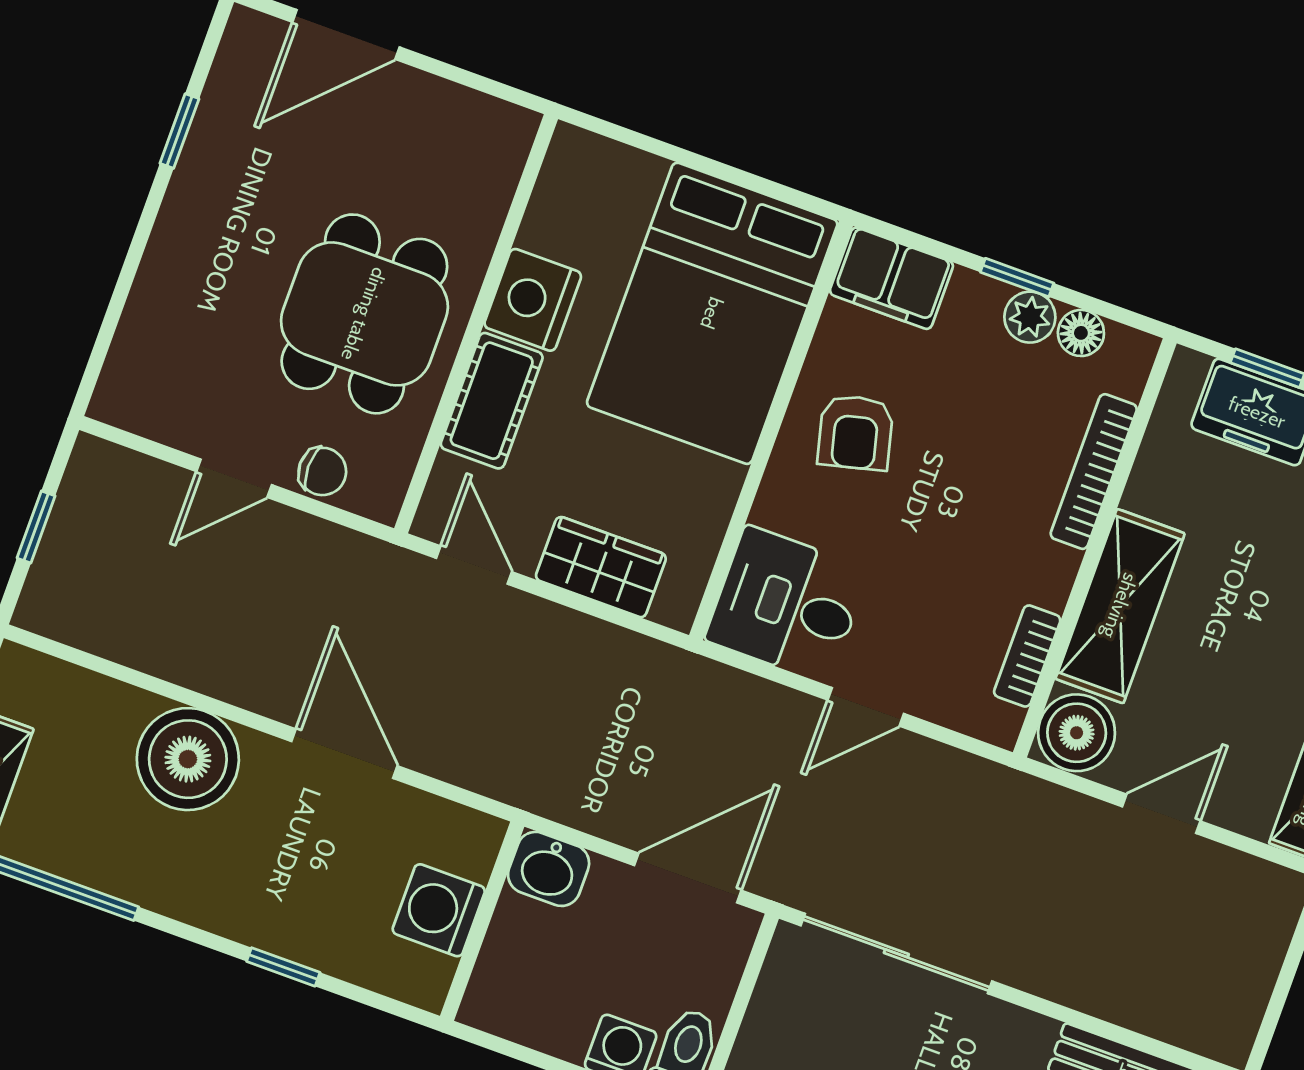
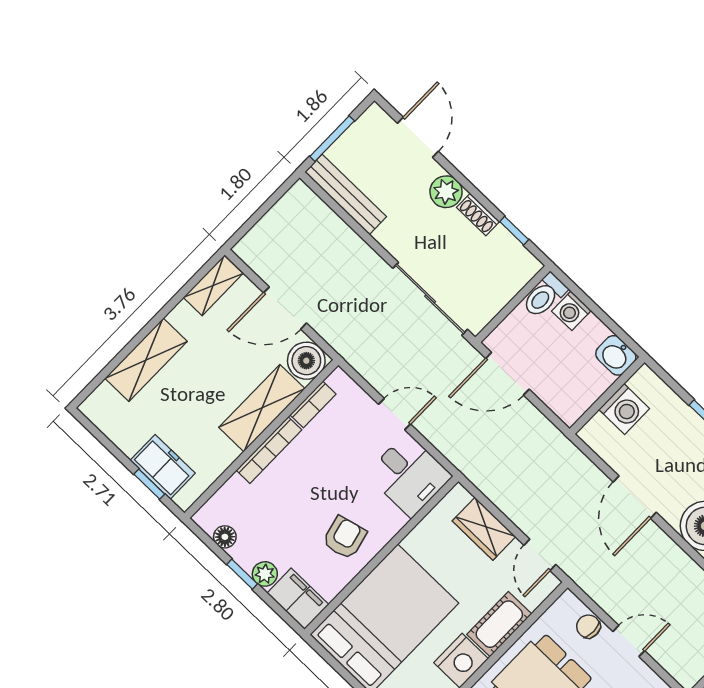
plant: (1030, 317) -> (265, 574), moved
bookcase: (1094, 472) -> (269, 450), moved
door: (1161, 814) -> (285, 308), width x1.38
washbasin: (549, 869) -> (616, 355), moved, turned 180

